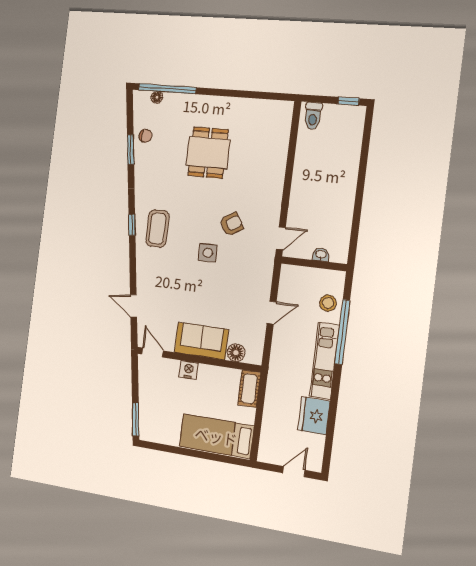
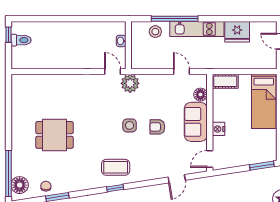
floor lamp: (157, 97) -> (20, 185), width x1.89, depth x1.89
toilet: (313, 116) -> (21, 40), moved
armchair: (231, 224) -> (157, 127), moved, turned -59
plant: (262, 260) -> (130, 83), added
door: (272, 313) -> (181, 72), moved

